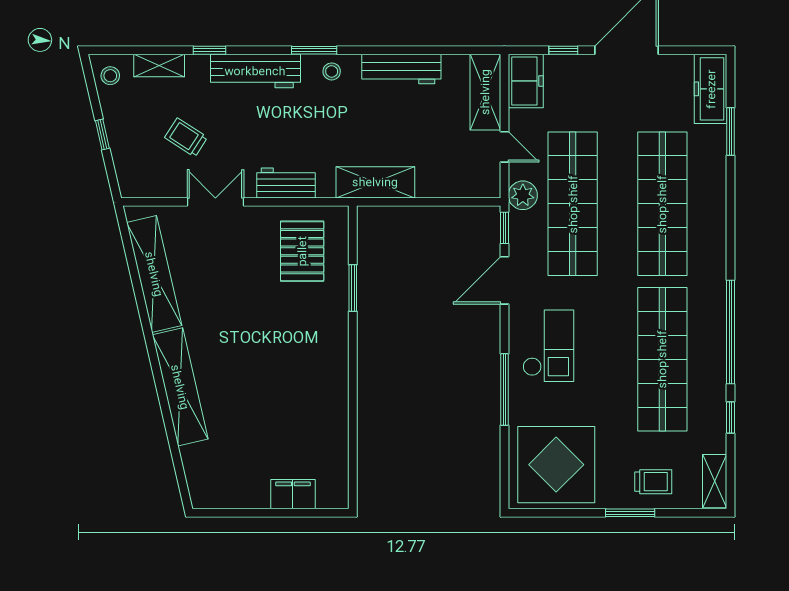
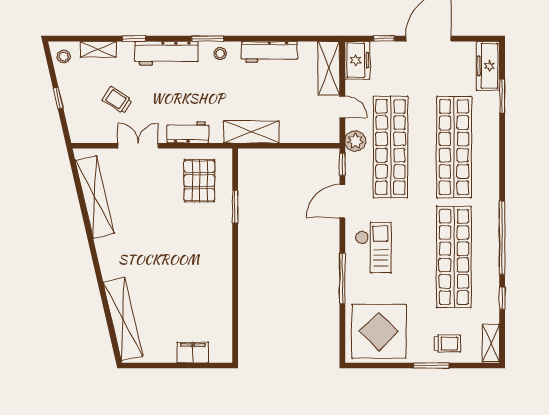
shelving: (180, 387) -> (123, 319), moved

